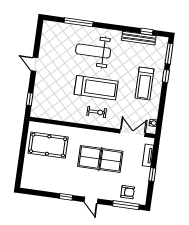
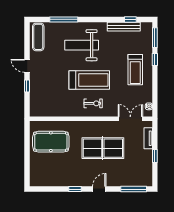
exercise mat: (50, 36) -> (38, 37), added
window: (30, 99) -> (27, 86), moved
armchair: (128, 192) -> (133, 176), removed
door: (91, 200) -> (99, 189), swing flipped

